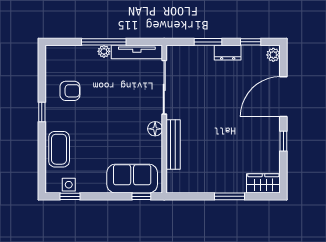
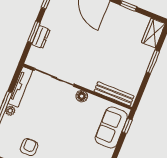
dresser: (228, 53) -> (41, 37), moved
bench: (173, 145) -> (114, 94), moved

